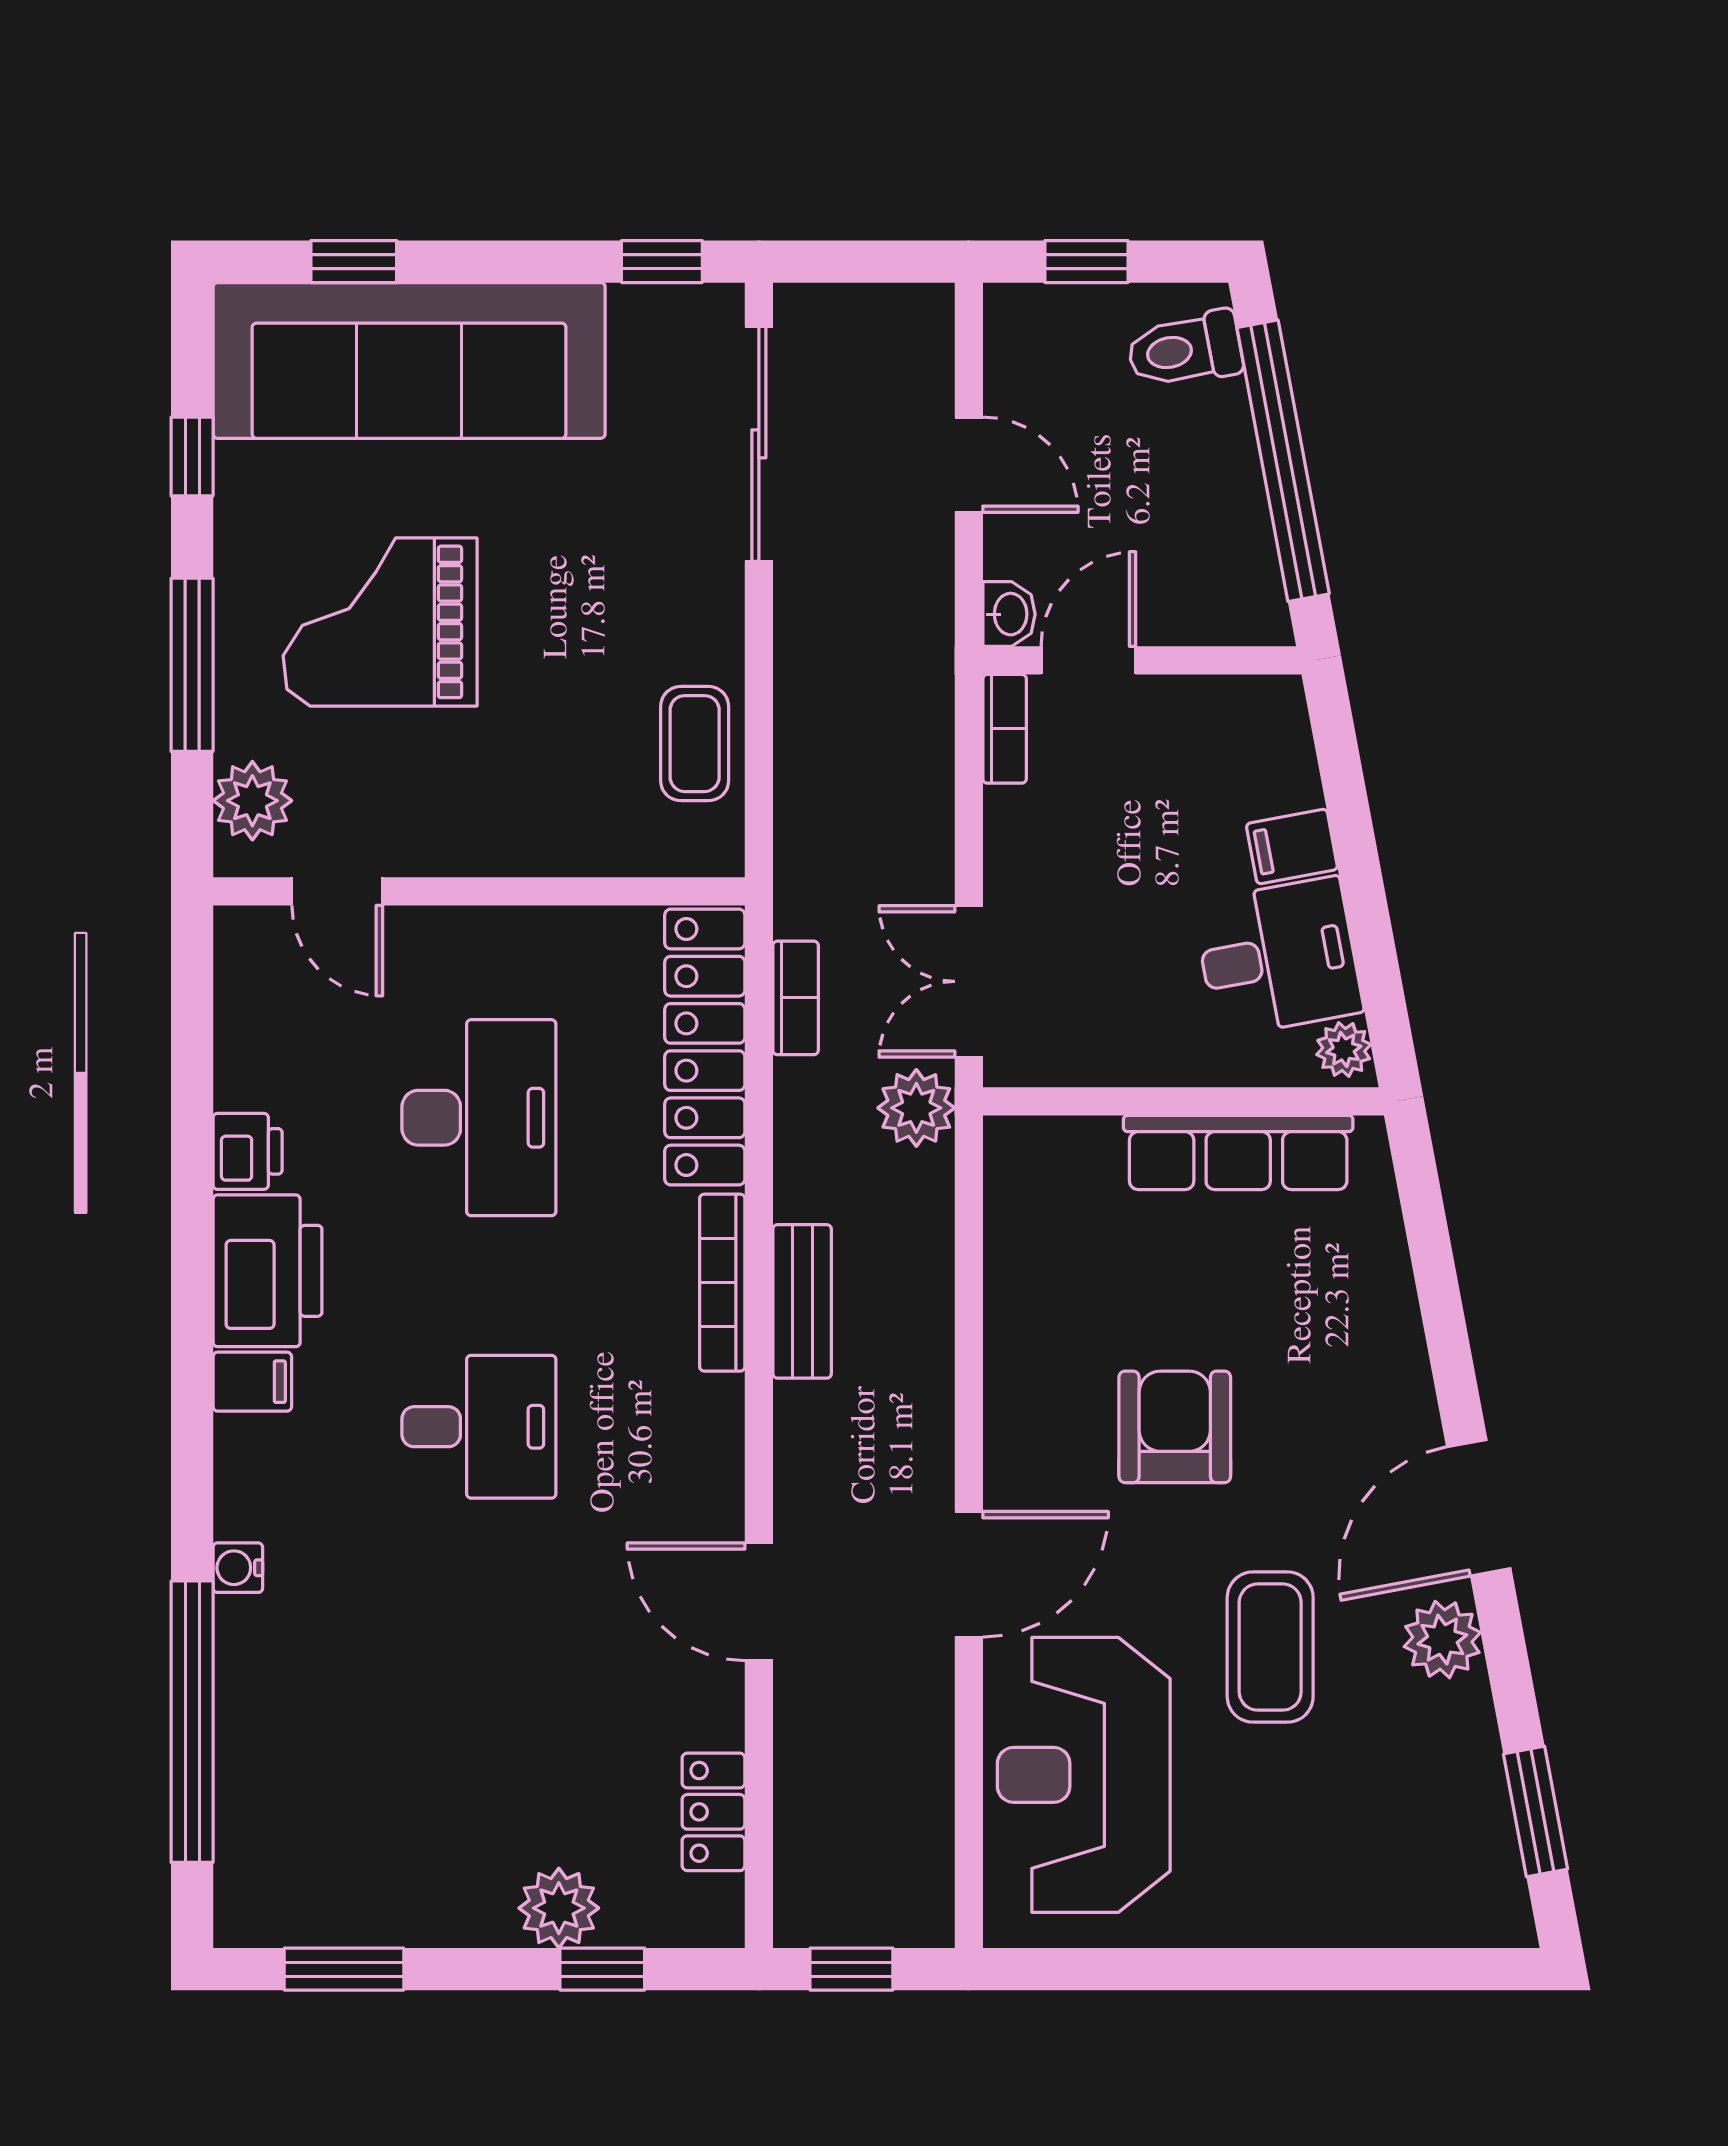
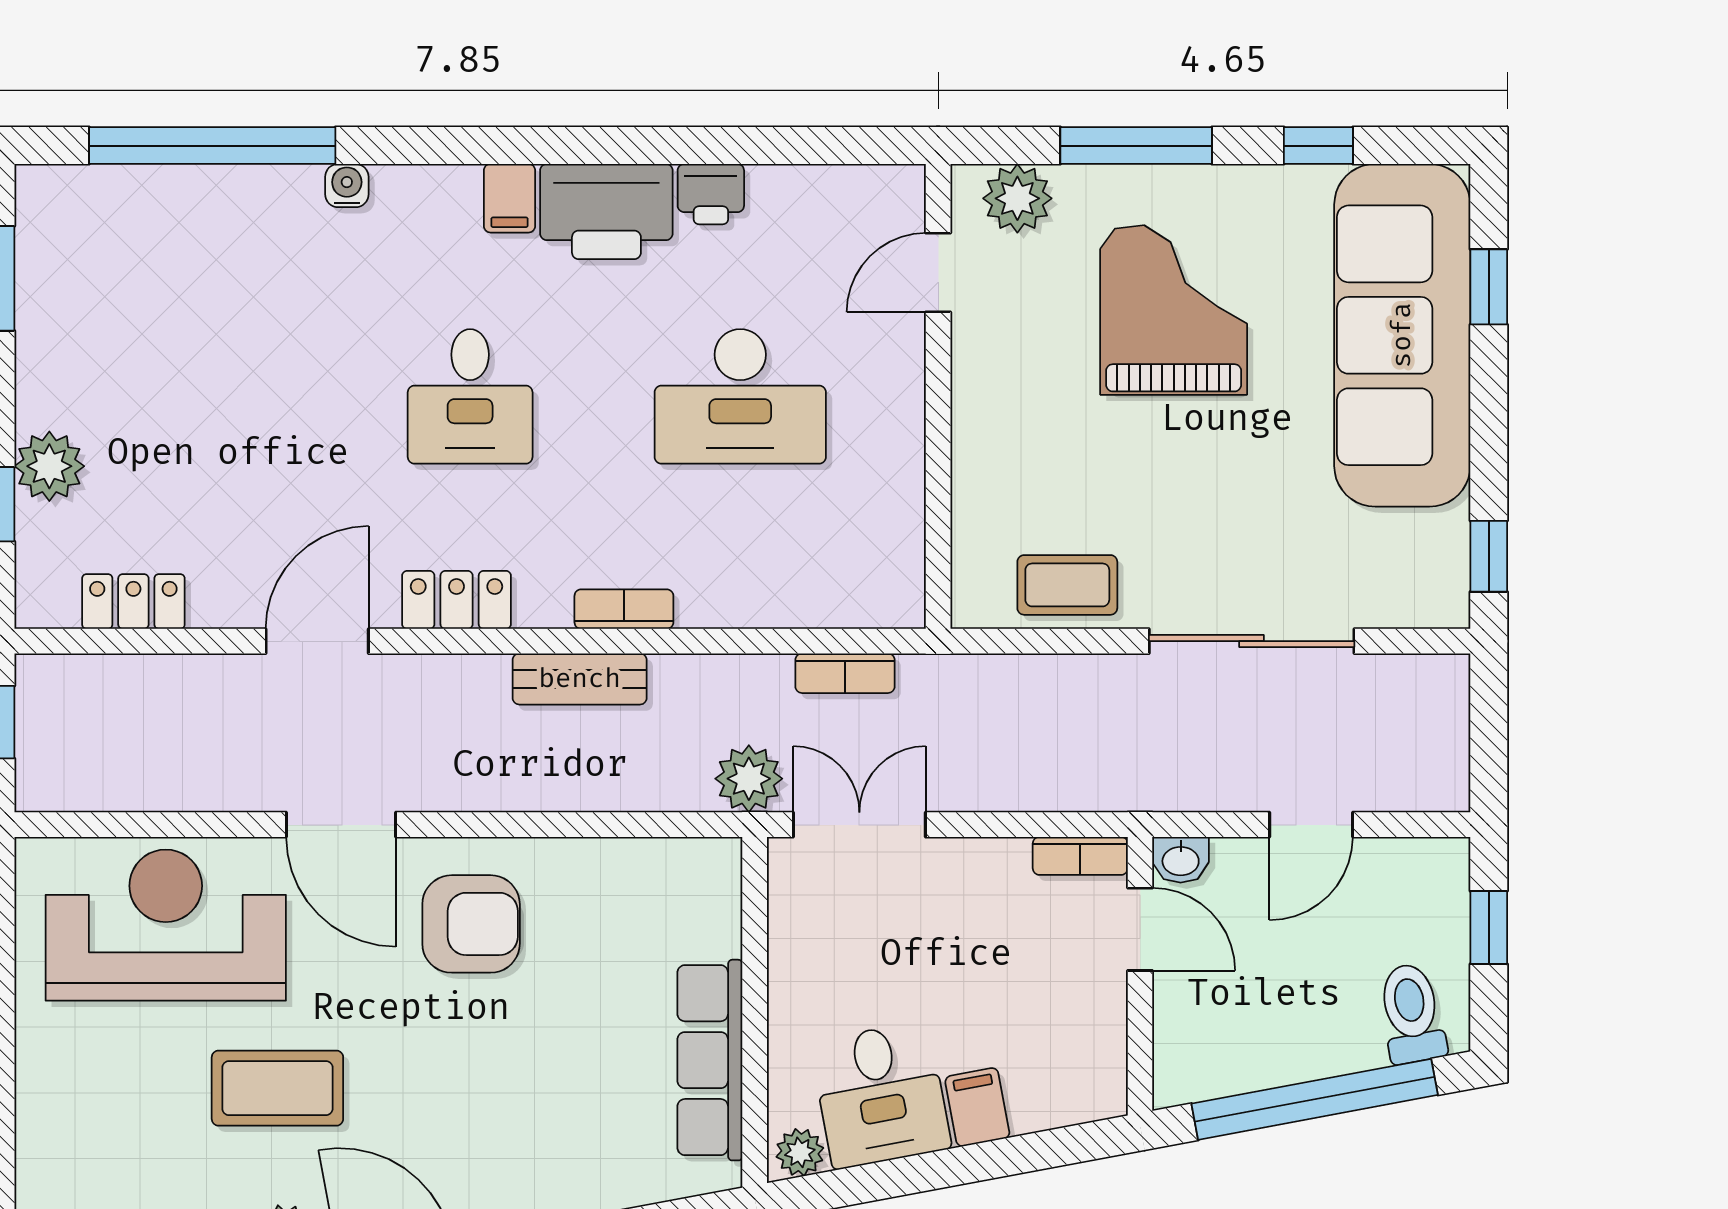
sliding door: (759, 444) -> (1252, 641), moved
locker: (705, 1047) -> (457, 600), moved, width x0.46, depth x0.83
bookcase: (722, 1283) -> (624, 609), width x0.64
armchair: (1175, 1427) -> (471, 924), moved

